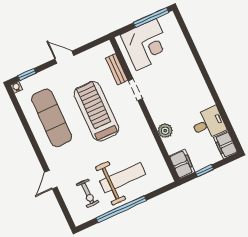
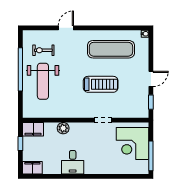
bench: (117, 69) -> (125, 113), removed
window: (27, 74) -> (151, 102), moved
treadmill: (96, 111) -> (101, 84), width x0.73, depth x0.73
desk: (208, 123) -> (73, 162), moved
door: (51, 180) -> (66, 28), hinge flipped

